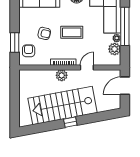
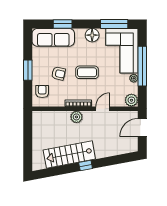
window: (15, 42) -> (28, 70), moved
plant: (115, 49) -> (131, 100), moved
stairs: (62, 105) -> (69, 155), width x0.73, depth x0.66

